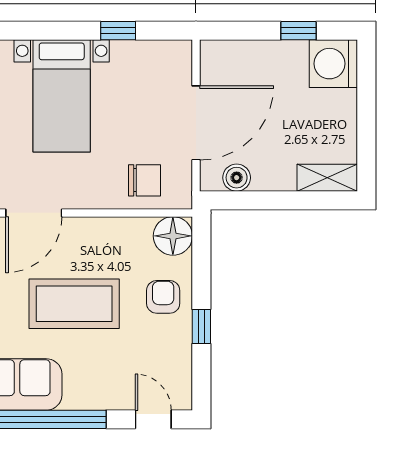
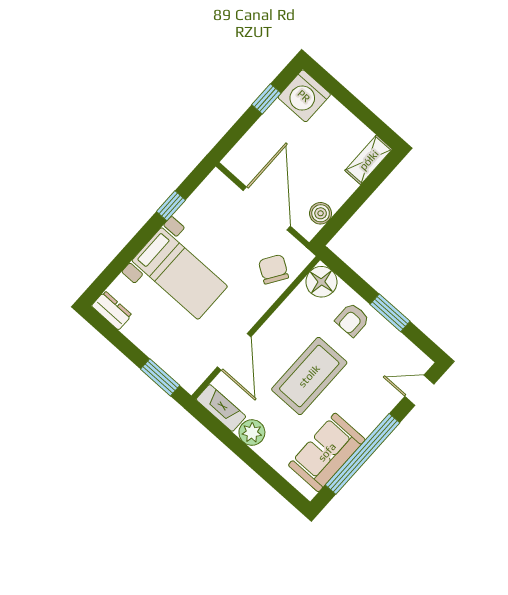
chair: (144, 180) -> (273, 269), turned -57
armchair: (163, 297) -> (352, 320), turned -90
window: (201, 327) -> (390, 313), width x1.50

